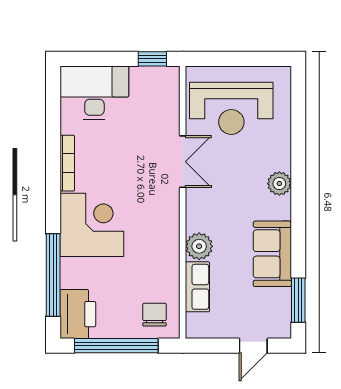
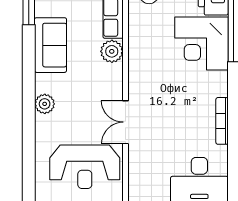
reception desk: (231, 108) -> (85, 167), turned 180
corner desk: (92, 225) -> (201, 43), moved

